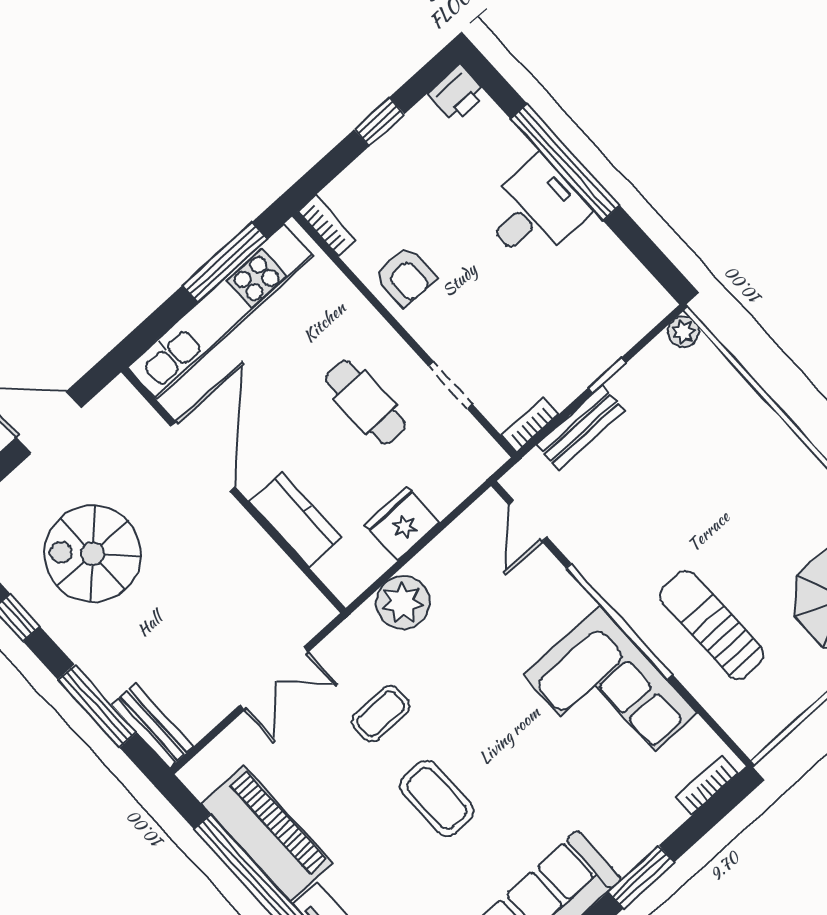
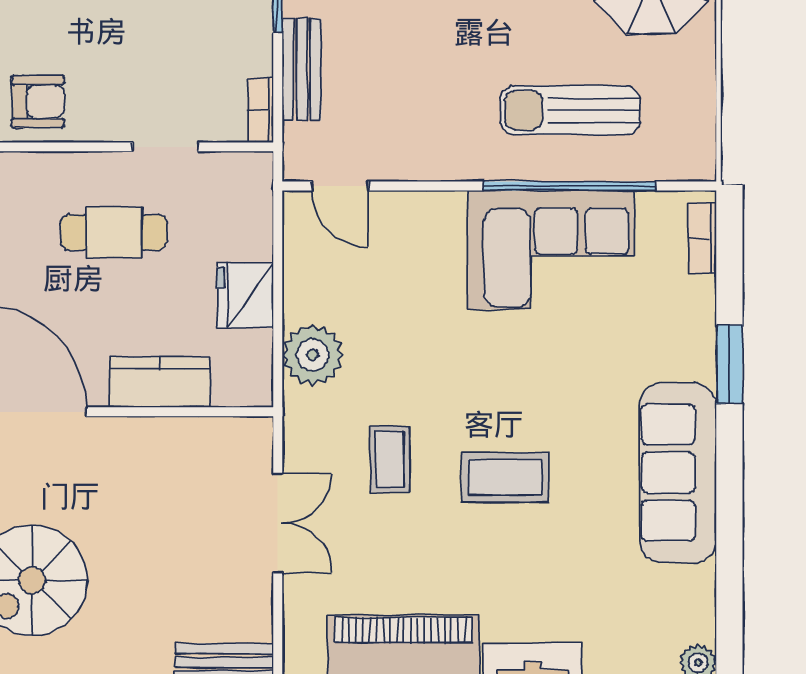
window: (619, 621) -> (570, 186), moved

